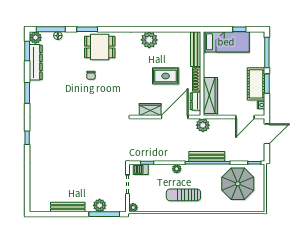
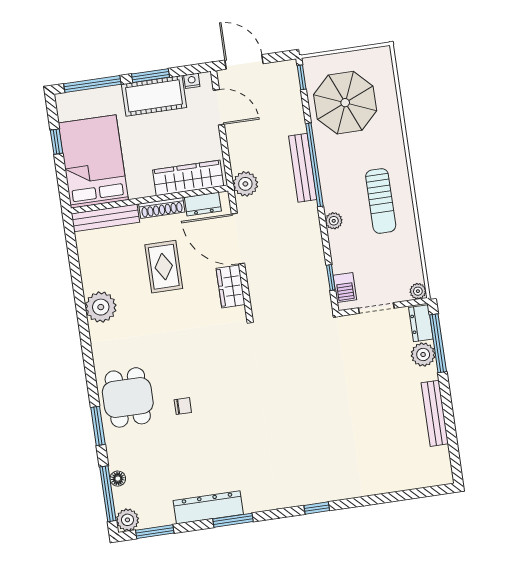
bed: (226, 42) -> (93, 161), width x1.50
dresser: (36, 62) -> (208, 507), moved
dresser: (116, 207) -> (421, 323), added

